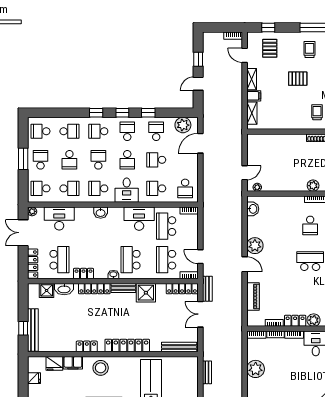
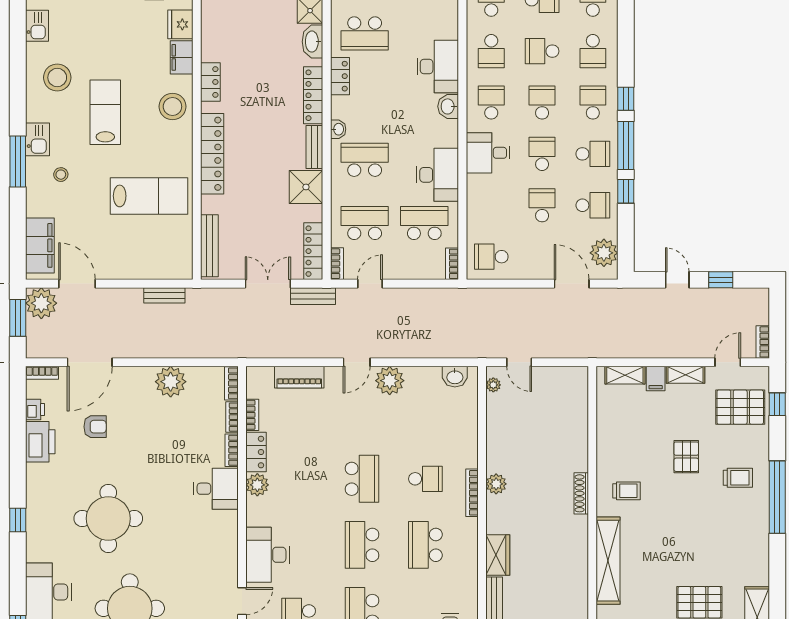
pallet: (270, 48) -> (740, 407), width x1.50, depth x1.42
window: (122, 113) -> (626, 145), width x2.17
school desk: (98, 160) -> (542, 102), turned -90
school desk: (127, 160) -> (542, 154), turned 90
school desk: (156, 188) -> (491, 205), removed
desk: (59, 219) -> (438, 67), moved
school desk: (310, 225) -> (425, 479), turned 180

